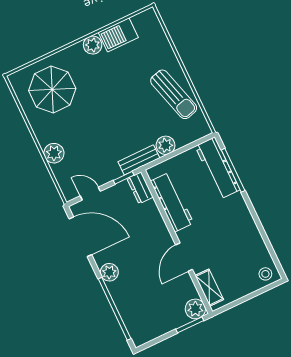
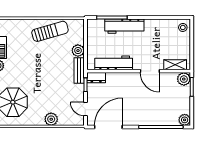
workbench: (217, 168) -> (124, 26), moved
door: (90, 194) -> (85, 109), hinge flipped
plant: (109, 272) -> (185, 120), moved

